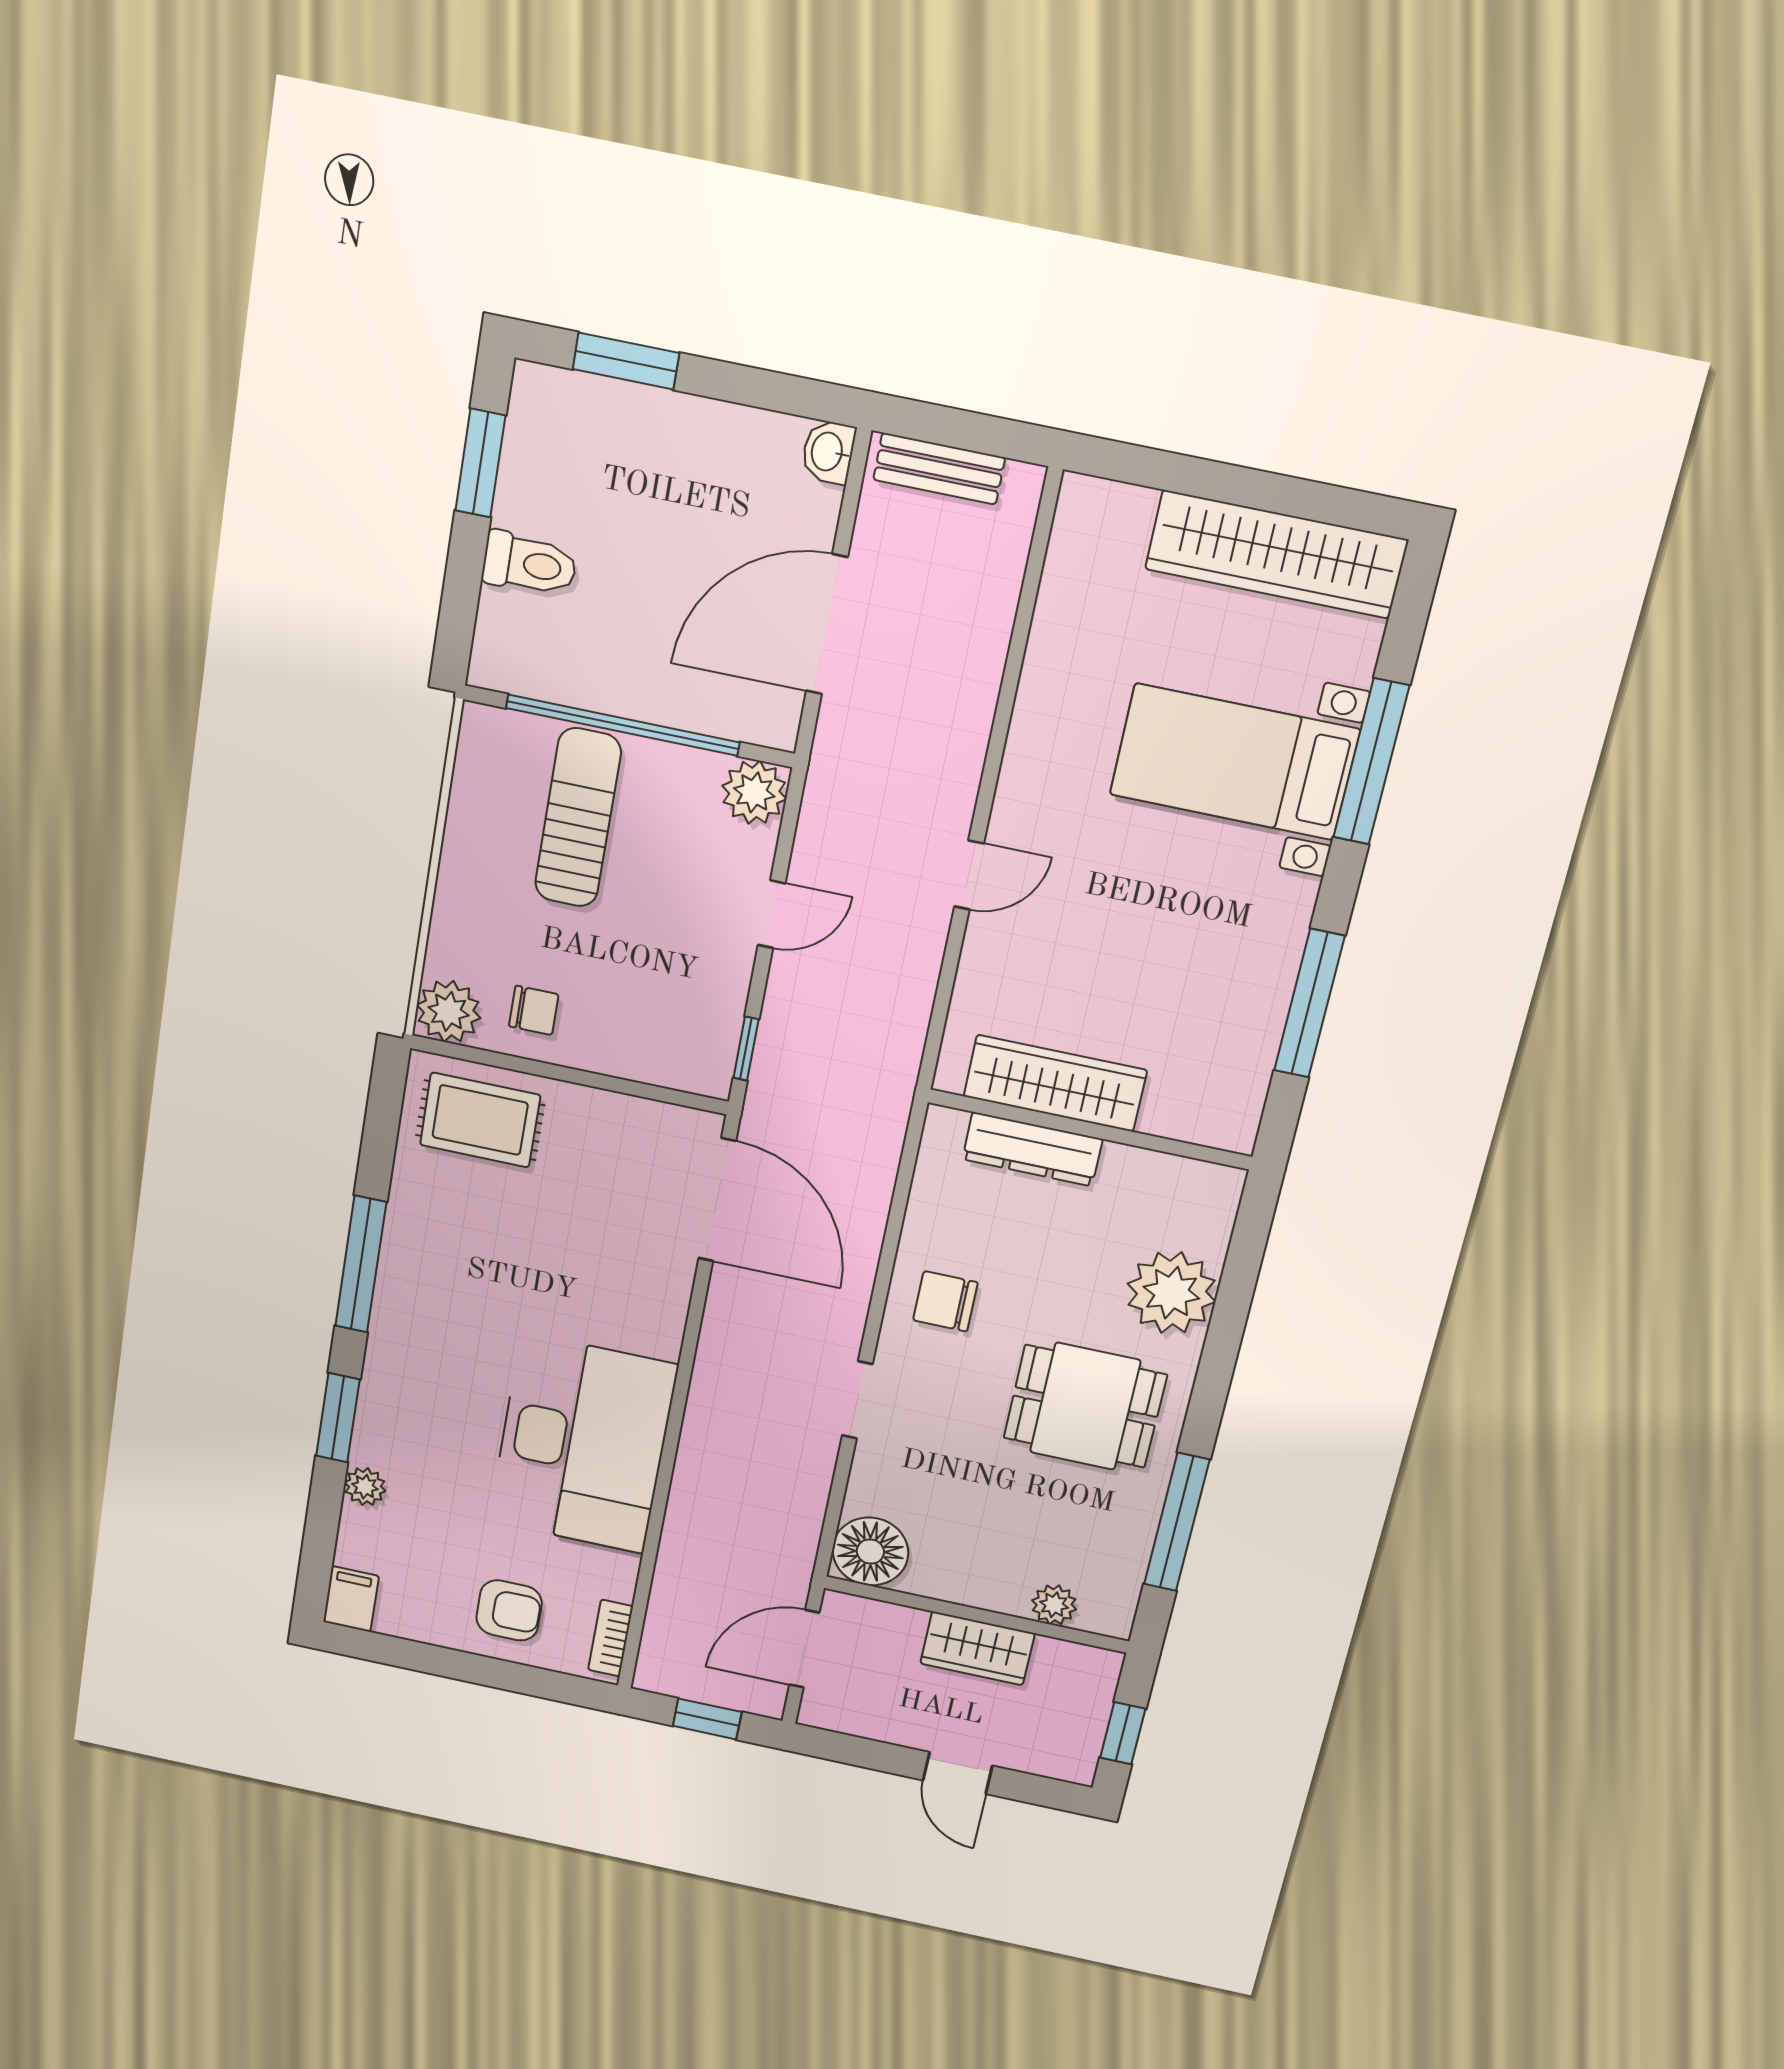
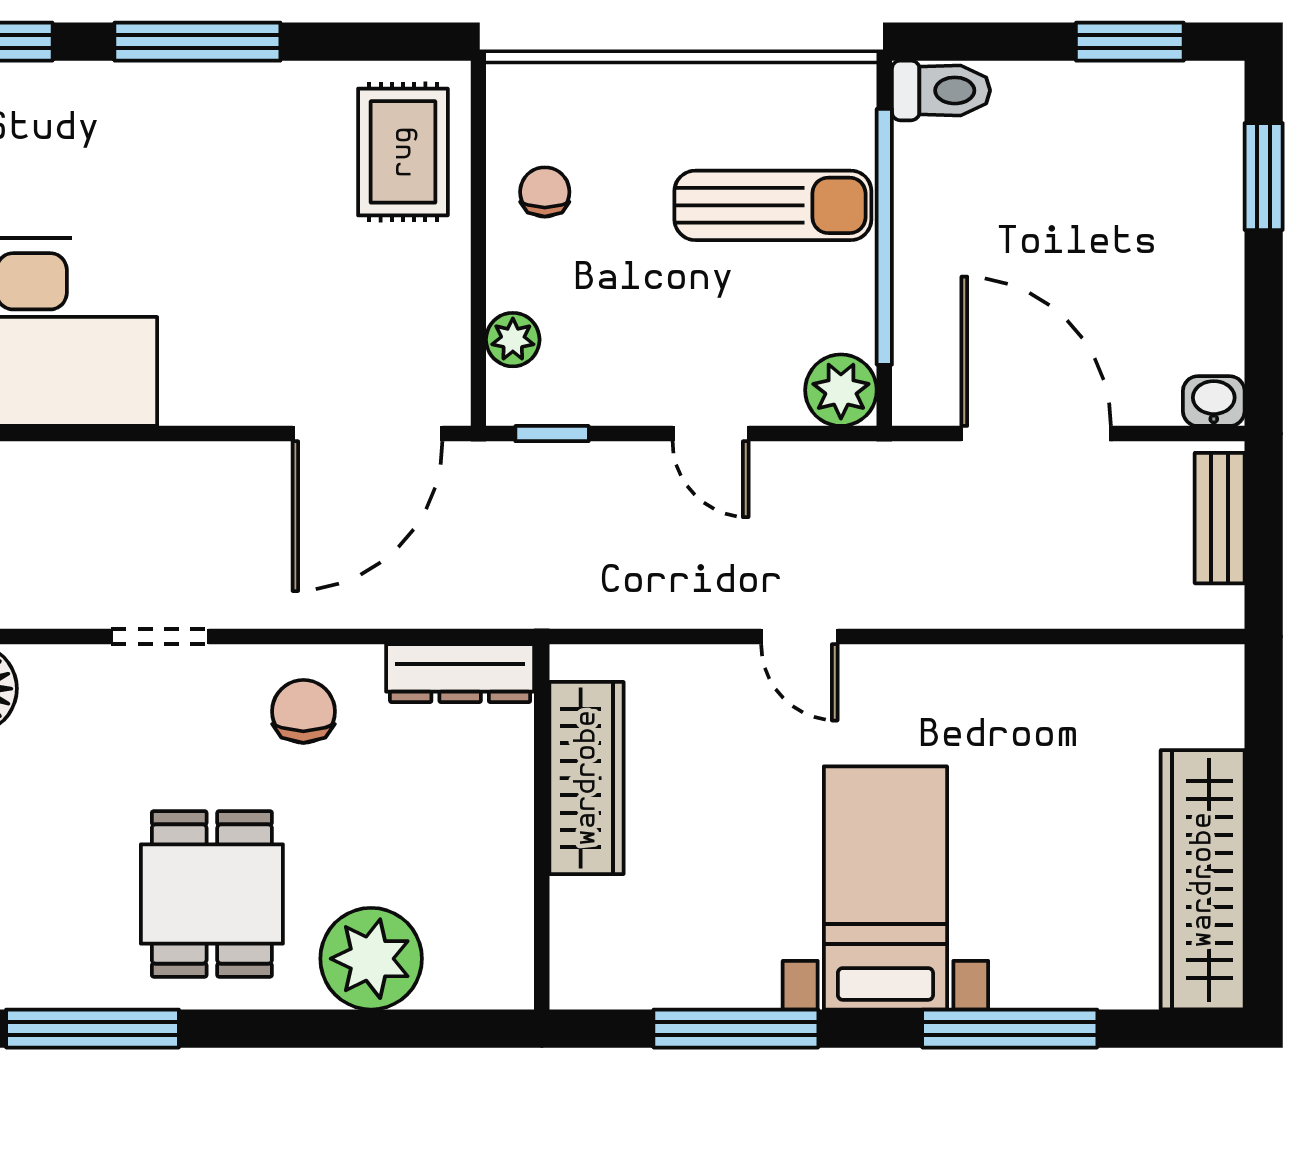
toilet: (530, 564) -> (941, 90), moved, turned -90
bed with nightstands: (1234, 762) -> (885, 888), moved
chair: (534, 1010) -> (545, 192), turned 180
plant: (449, 1011) -> (513, 340), moved, width x0.73, depth x0.73
dresser: (1032, 1149) -> (460, 673), moved, turned -90

